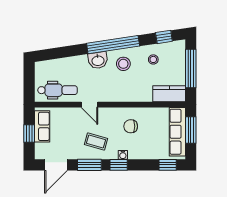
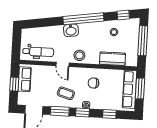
stool: (123, 64) -> (79, 55), moved
kitchen counter: (169, 94) -> (112, 59), moved
window: (168, 165) -> (109, 114), moved

